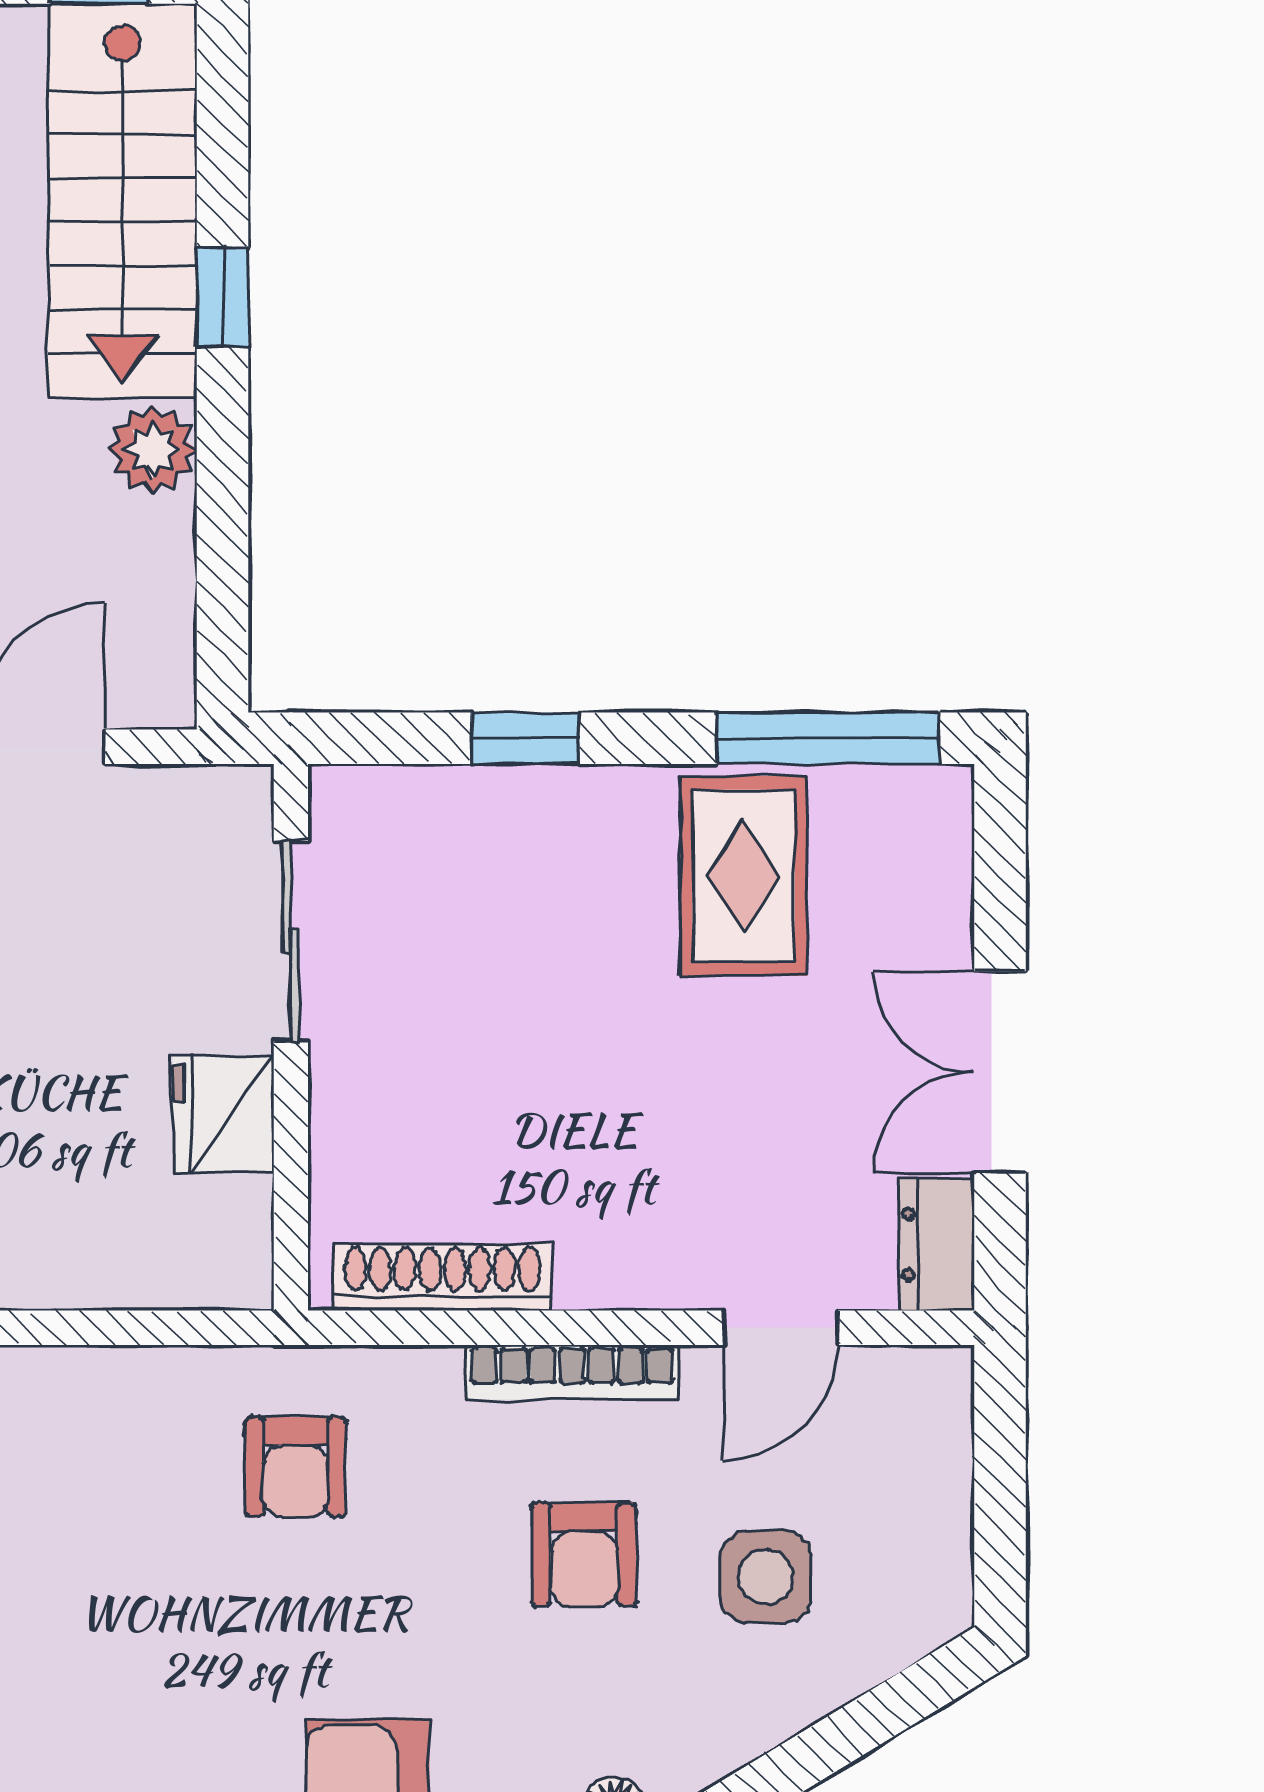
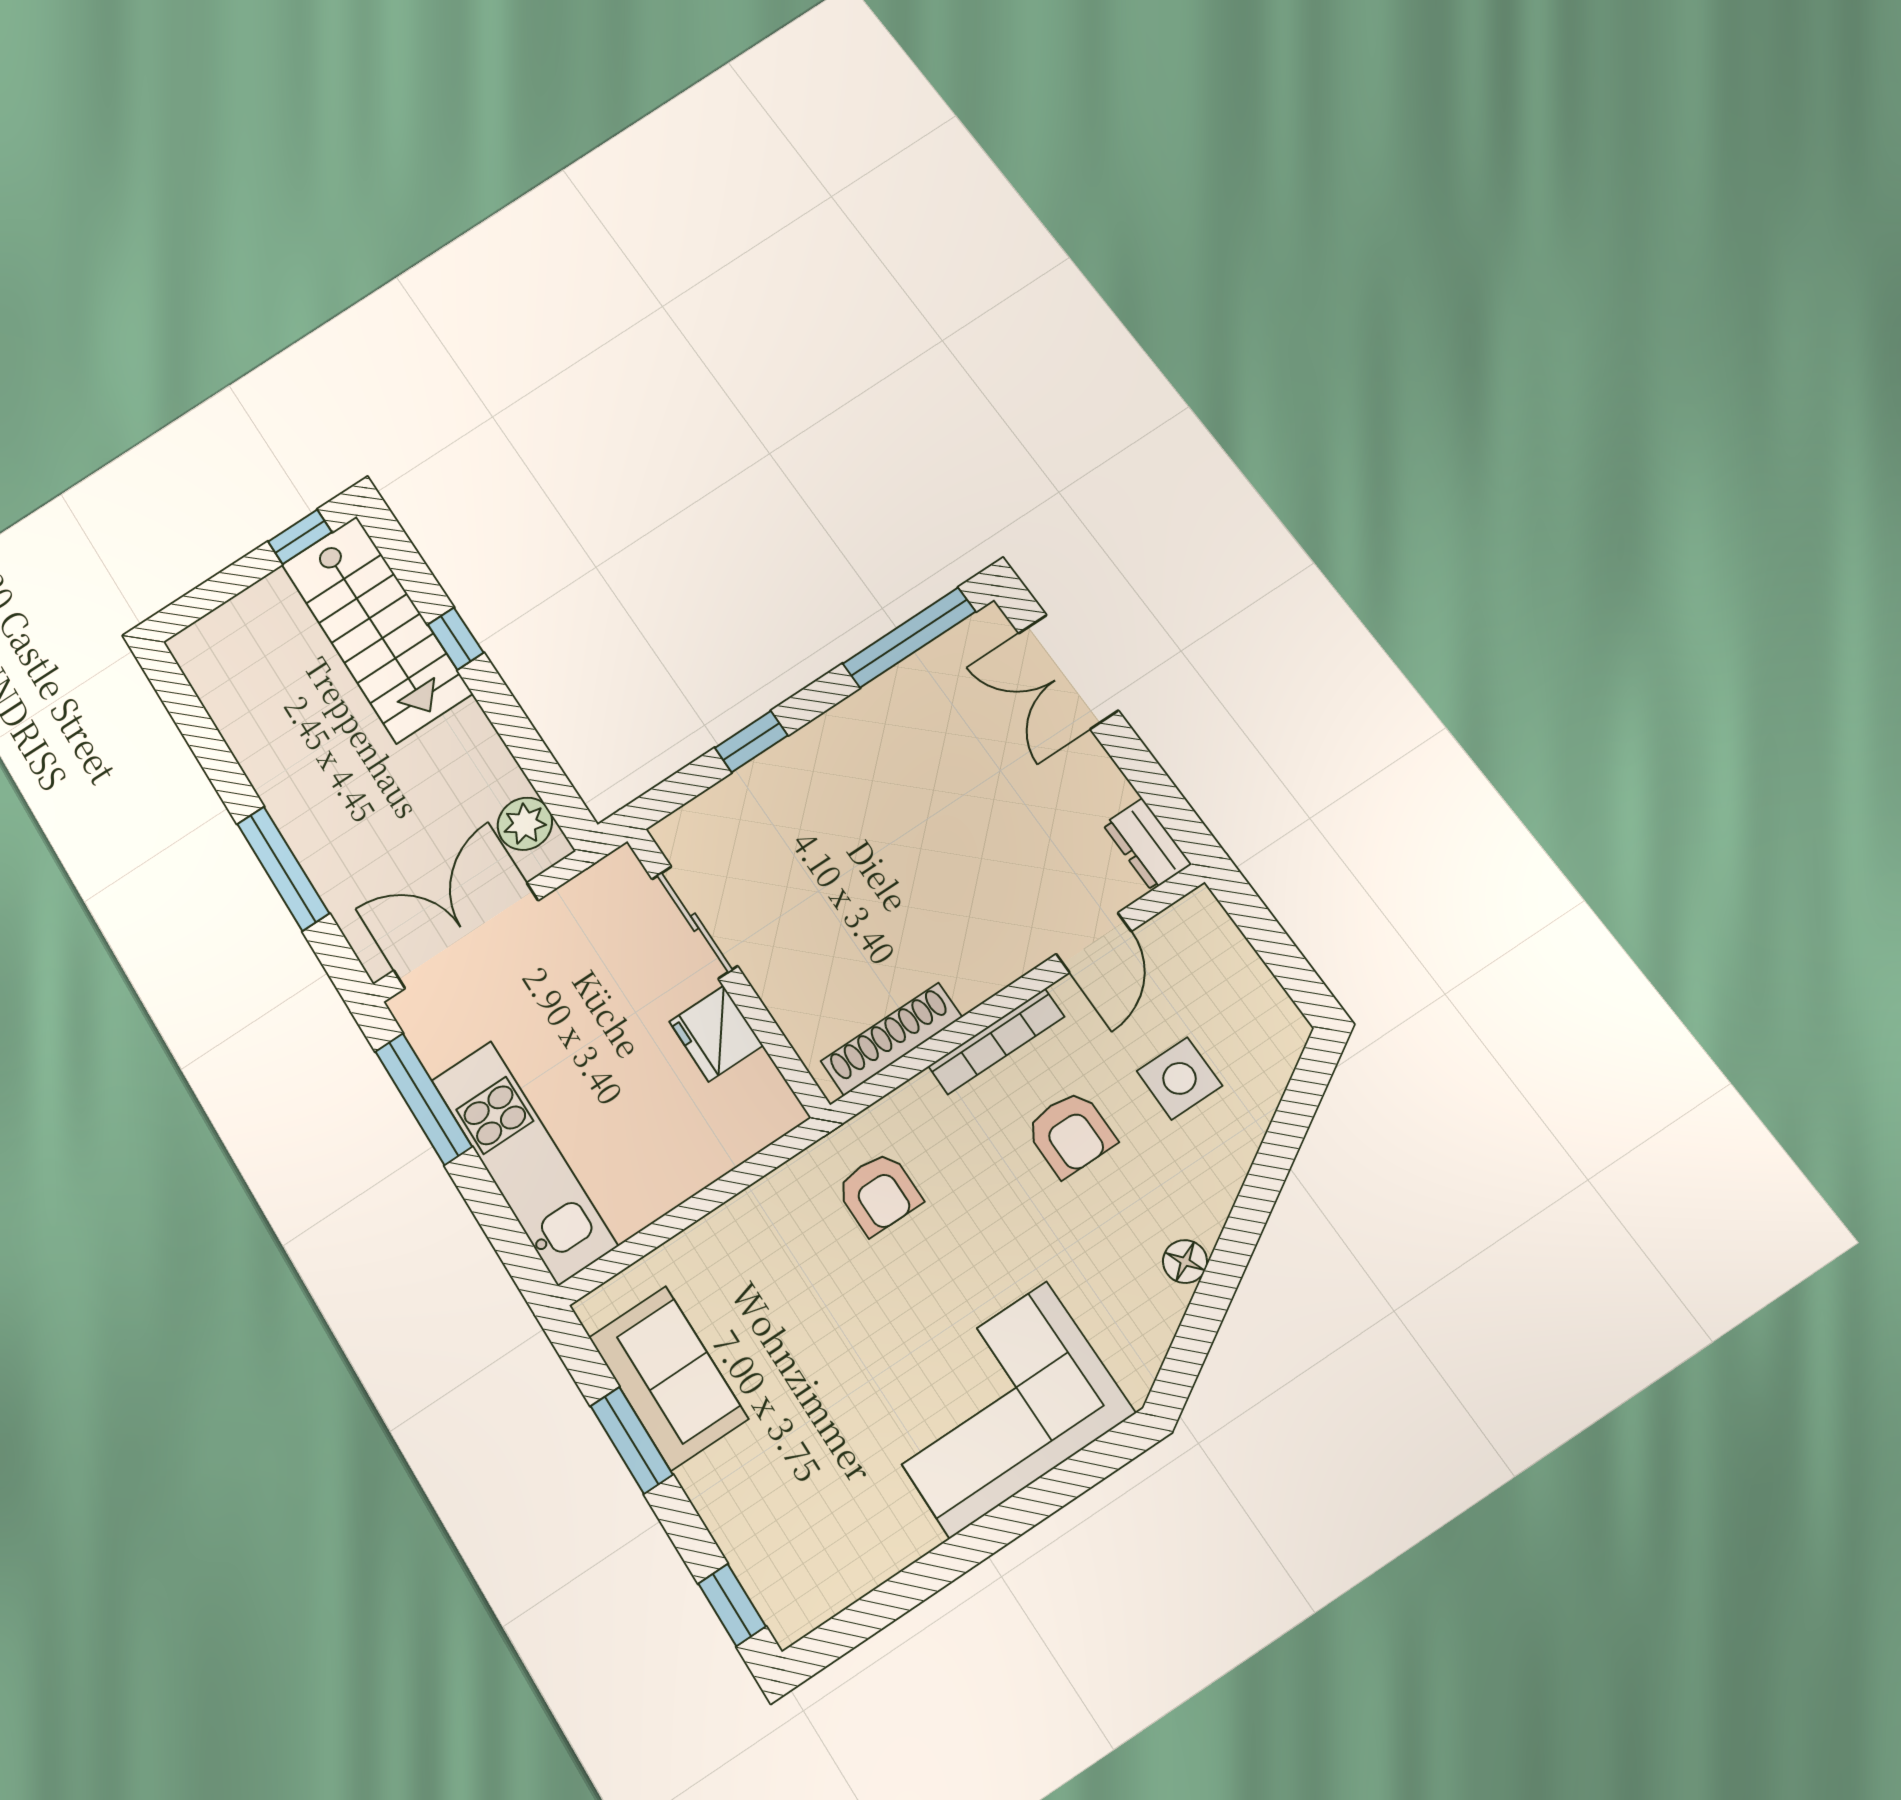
plant: (153, 450) -> (525, 824), moved
rug: (744, 876) -> (912, 732), removed
double door: (1000, 1072) -> (1068, 672), moved

